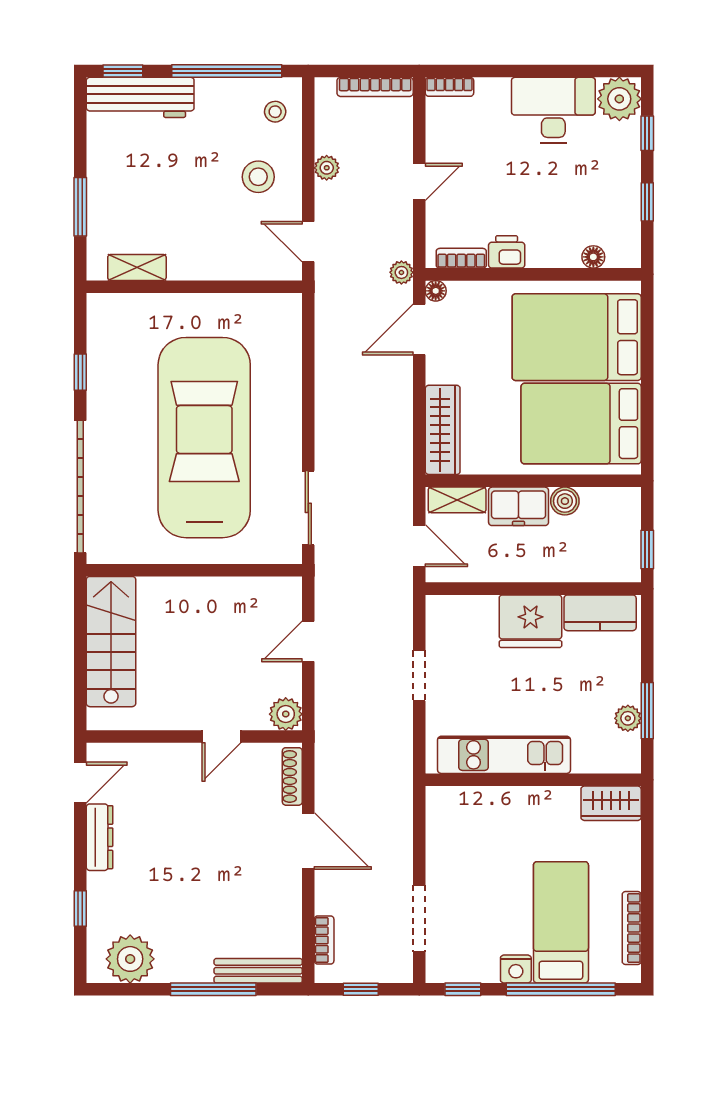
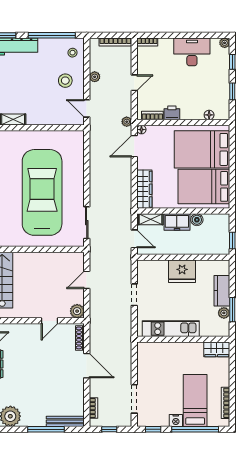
plant: (619, 99) -> (225, 43), width x0.53, depth x0.53
kitchen counter: (600, 613) -> (222, 291), moved, turned 90

